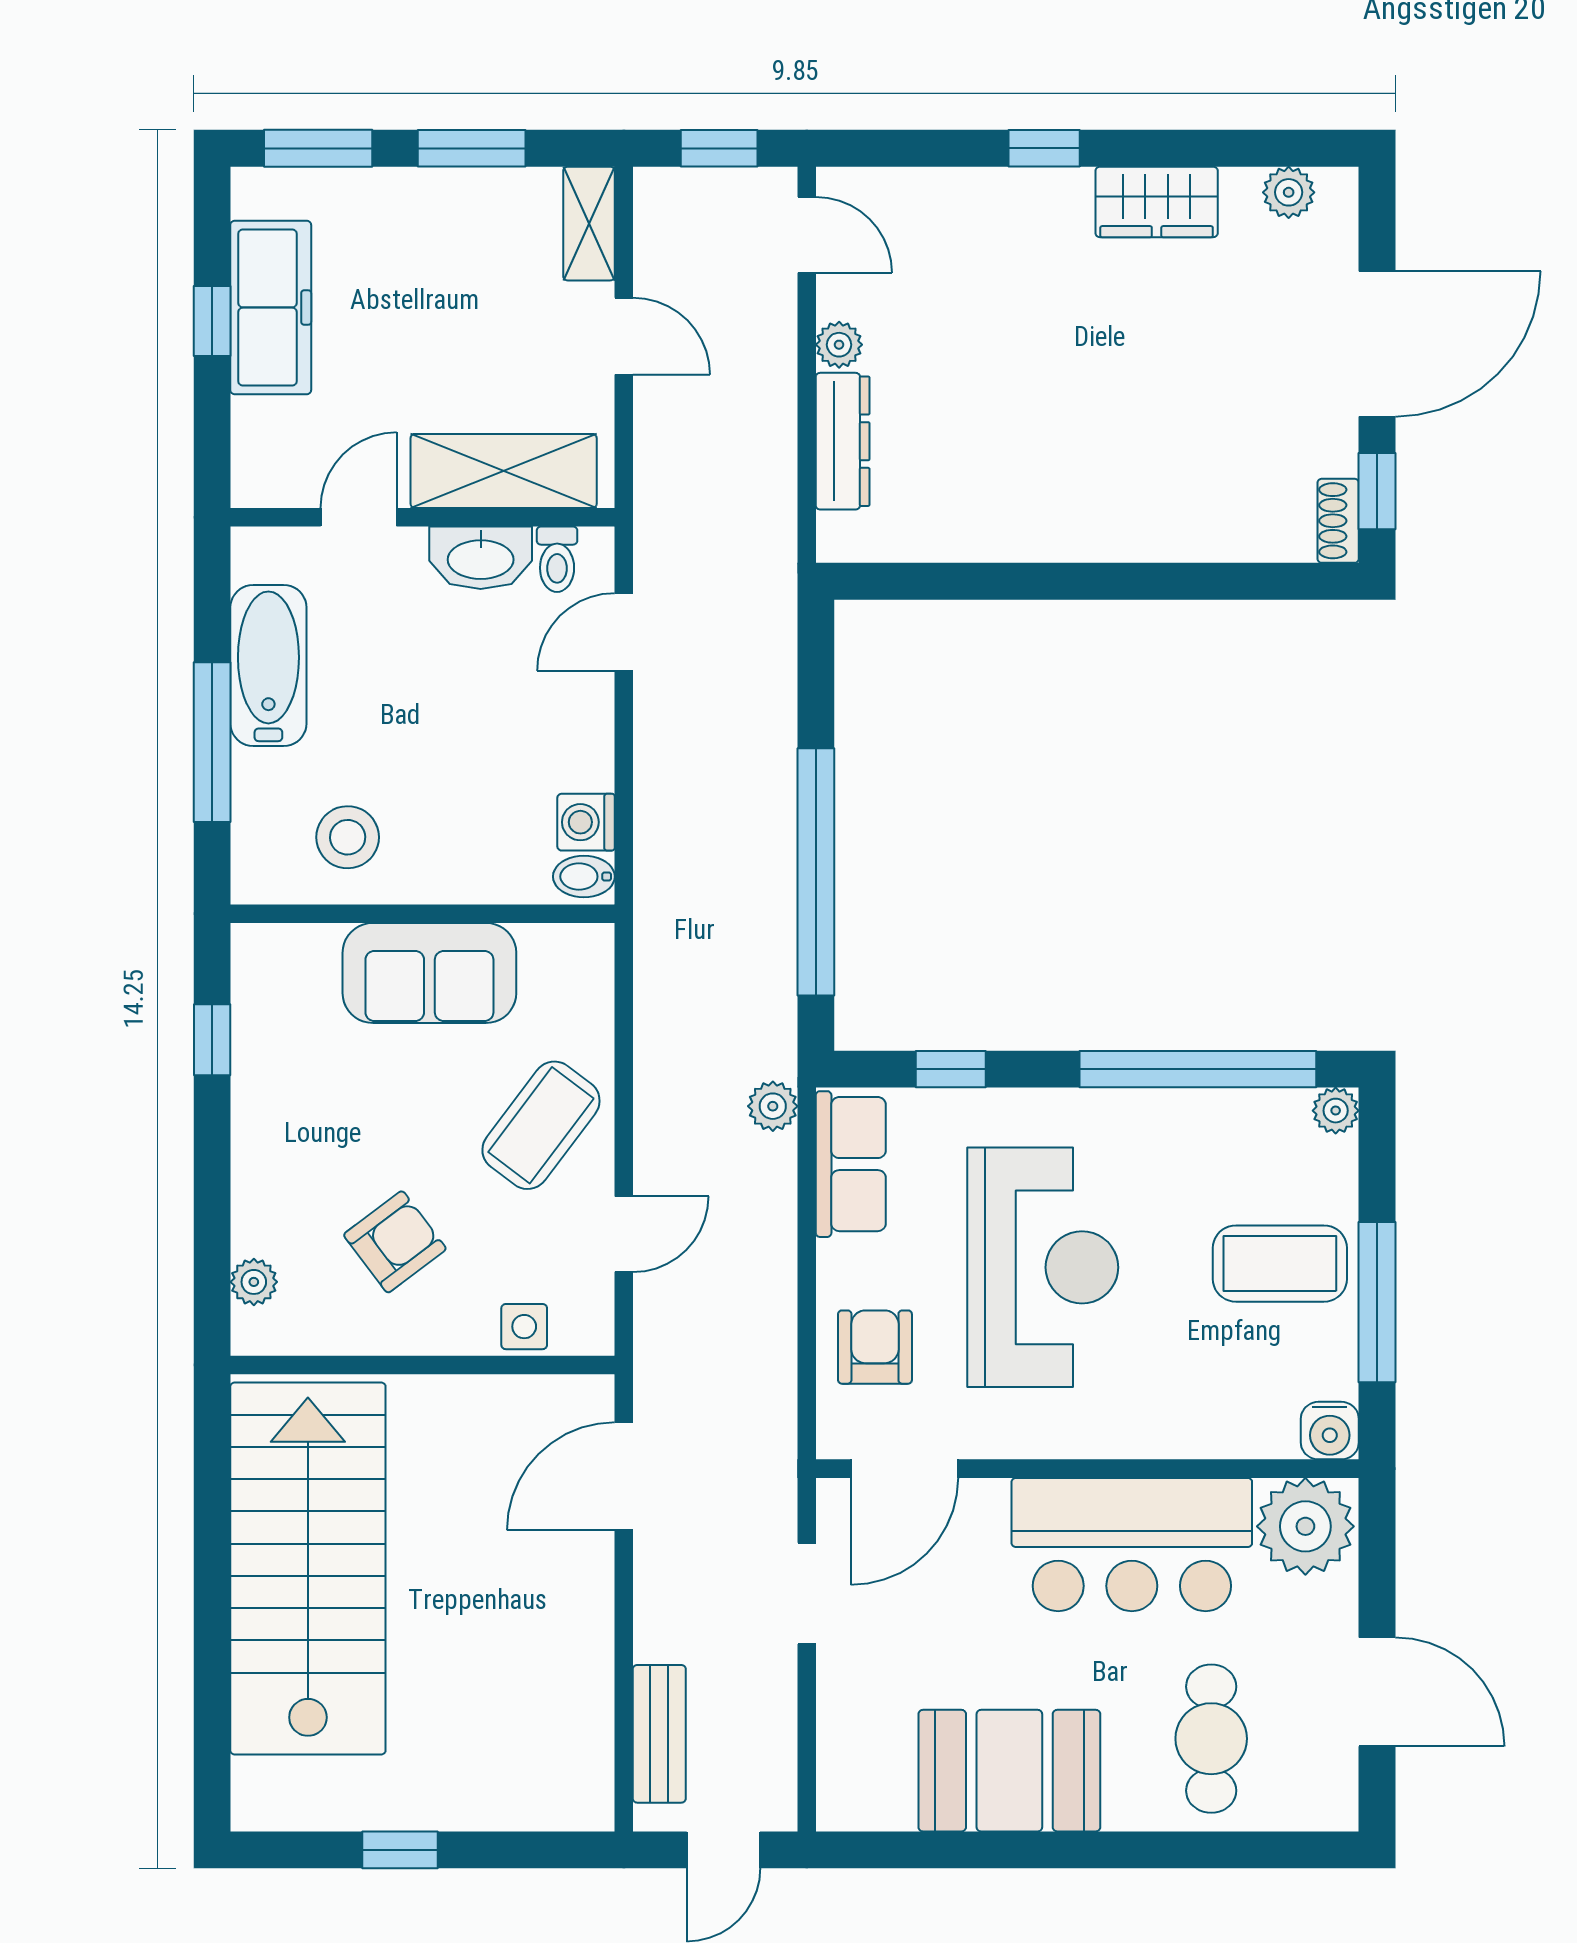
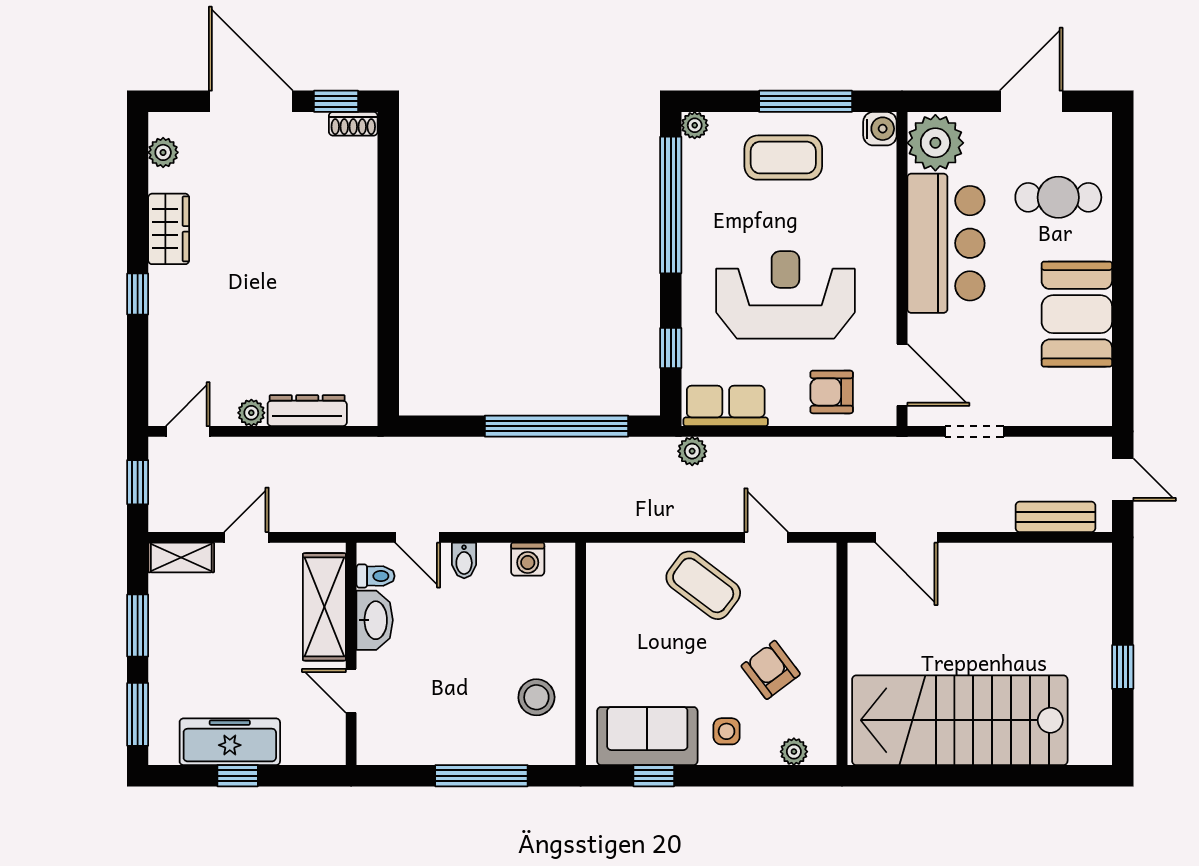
bathtub: (268, 665) -> (437, 743), removed
bidet: (584, 877) -> (464, 560), moved
sofa: (429, 973) -> (647, 736), moved, turned -90
coffee table: (1280, 1264) -> (783, 158), turned 90
side table: (524, 1327) -> (727, 731), moved

